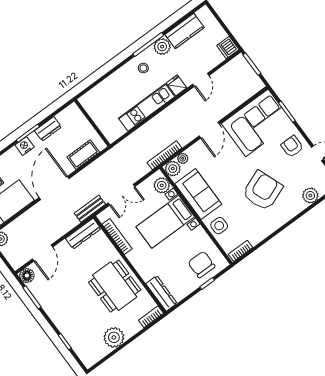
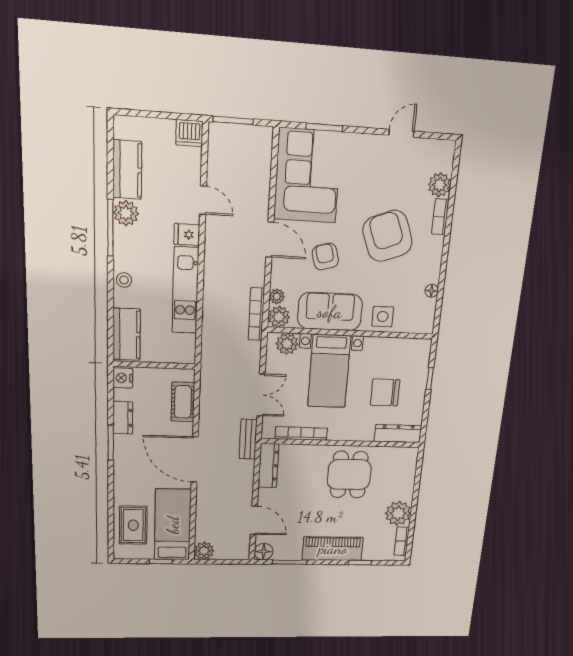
stool: (143, 68) -> (124, 280), moved
kitchen counter: (98, 95) -> (127, 334), added
nightstand: (25, 146) -> (123, 378), moved
armchair: (292, 146) -> (325, 257), moved, turned 74
floor lamp: (255, 240) -> (432, 291), added
bookcase: (241, 251) -> (440, 217), moved
chair: (201, 265) -> (385, 392), moved
dining table: (115, 286) -> (349, 475), width x0.73
piano: (61, 316) -> (333, 549), added
bookcase: (151, 317) -> (402, 541), moved

